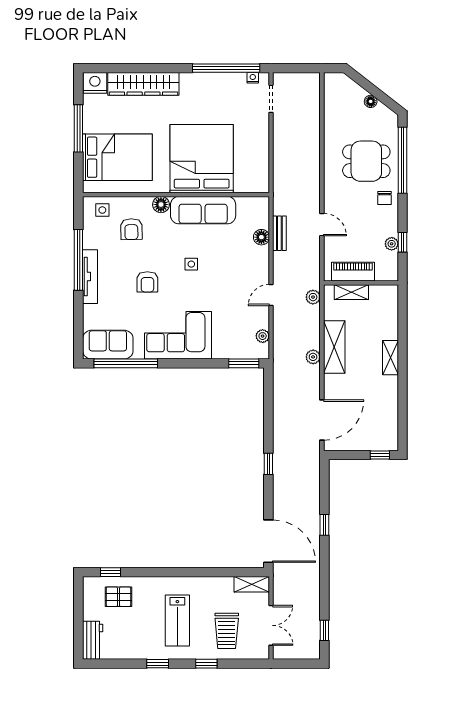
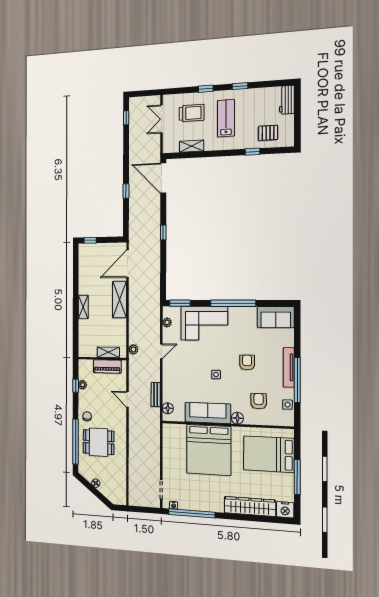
side table: (102, 210) -> (287, 405), moved
floor lamp: (261, 237) -> (168, 408), moved
corner sofa: (178, 335) -> (204, 323), moved
shelving: (334, 347) -> (120, 300), moved
plant: (313, 357) -> (133, 308), removed
window: (126, 363) -> (233, 303), moved
window: (110, 572) -> (252, 152), moved
shelving: (252, 584) -> (192, 146), moved
trolley: (227, 631) -> (192, 113), turned 90

